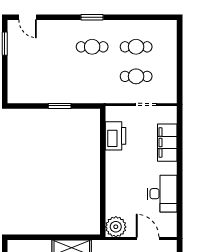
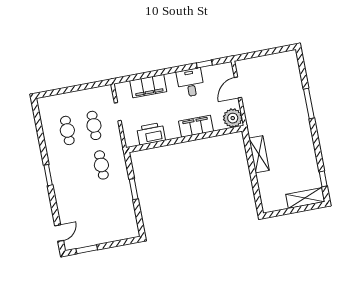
cafe table: (92, 47) -> (101, 165), moved
filing cabinet: (115, 186) -> (196, 126), added
desk: (162, 194) -> (191, 83), width x0.73
window: (180, 207) -> (204, 64), added

